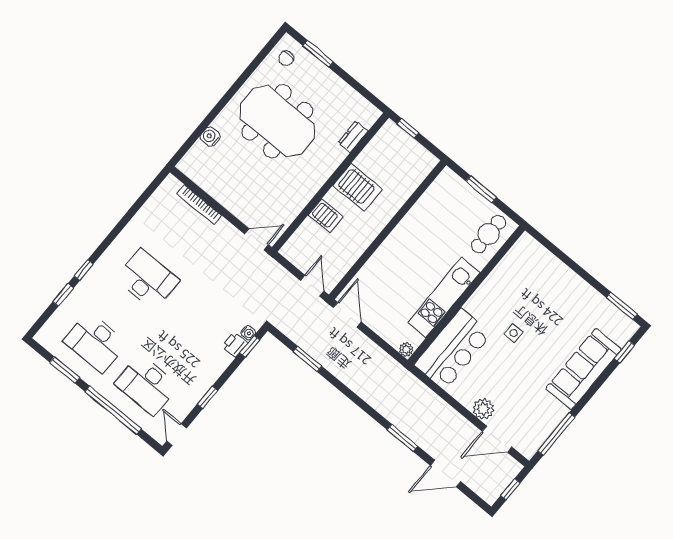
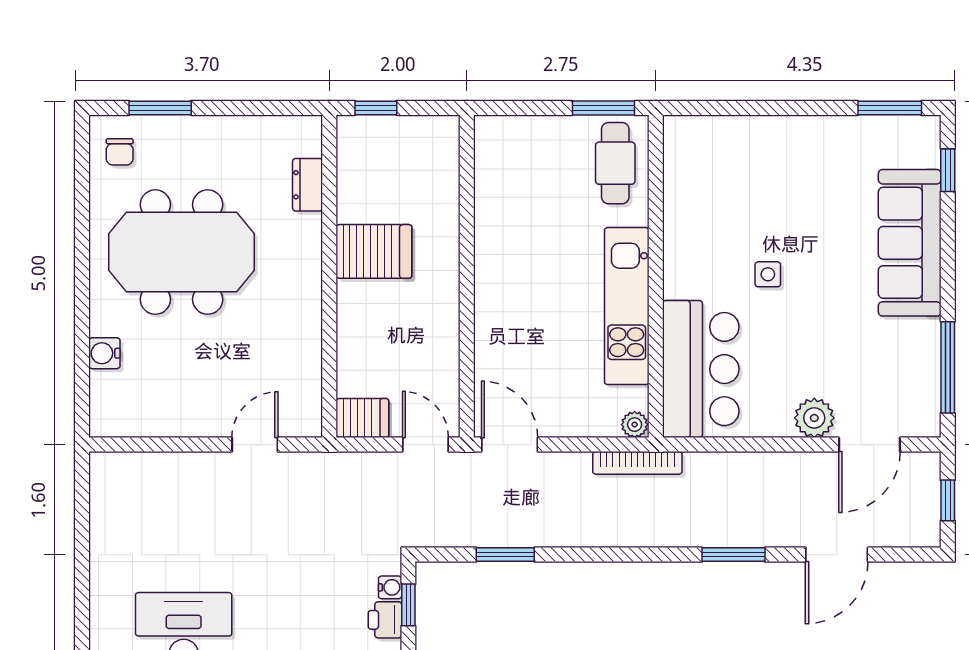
window: (481, 189) -> (603, 108), moved
bookcase: (199, 205) -> (637, 463), moved
server rack: (326, 216) -> (362, 418), moved
door: (256, 239) -> (255, 445), moved

